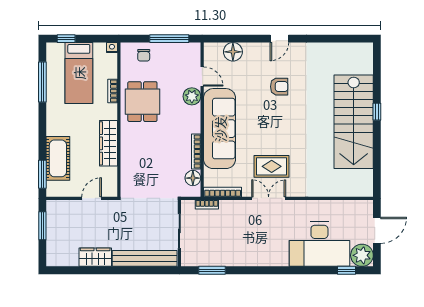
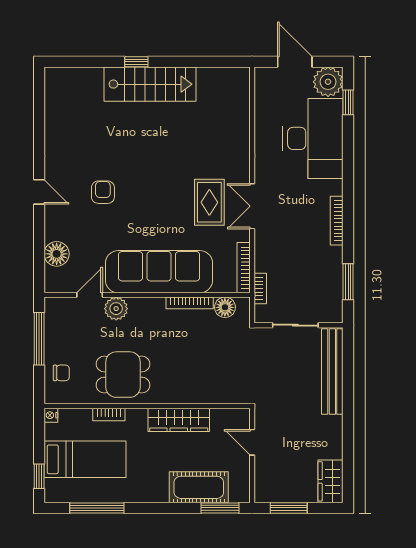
stairs: (354, 122) -> (150, 84), width x0.73, depth x0.66
wardrobe: (95, 257) -> (331, 481), moved
bookcase: (258, 262) -> (337, 221), added

